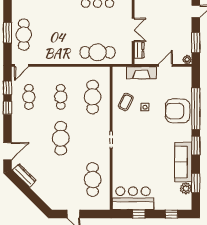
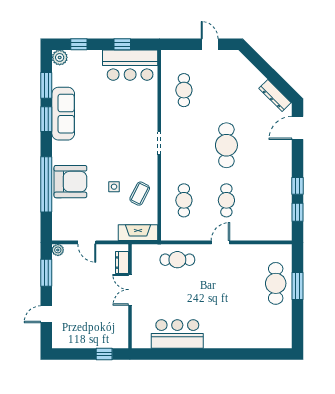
cafe table: (98, 52) -> (177, 260), width x0.73, depth x0.74
door: (22, 65) -> (220, 242), moved
door: (165, 65) -> (87, 242), hinge flipped
fireplace: (141, 73) -> (138, 233), moved
cafe table: (29, 97) -> (269, 200), removed
cafe table: (93, 97) -> (184, 200), width x0.73, depth x0.74
window: (196, 146) -> (46, 119), moved
cafe table: (93, 180) -> (184, 90), width x0.73, depth x0.74
plant: (186, 188) -> (60, 57), moved

